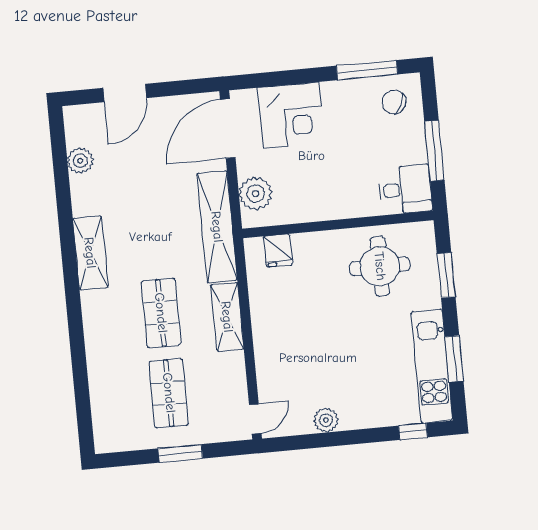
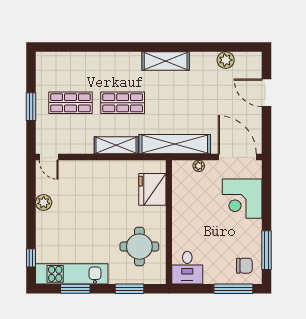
chair: (394, 102) -> (244, 266), turned 64
window: (434, 151) -> (233, 289), moved
plant: (256, 194) -> (199, 166), width x0.53, depth x0.53
fridge: (278, 251) -> (152, 189), width x1.88, depth x1.34

